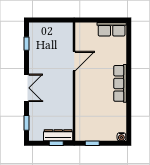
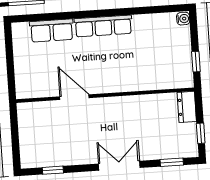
row of seats: (112, 29) -> (52, 30), moved, turned 90
dresser: (58, 135) -> (187, 107), width x0.70
window: (56, 143) -> (201, 133), moved

